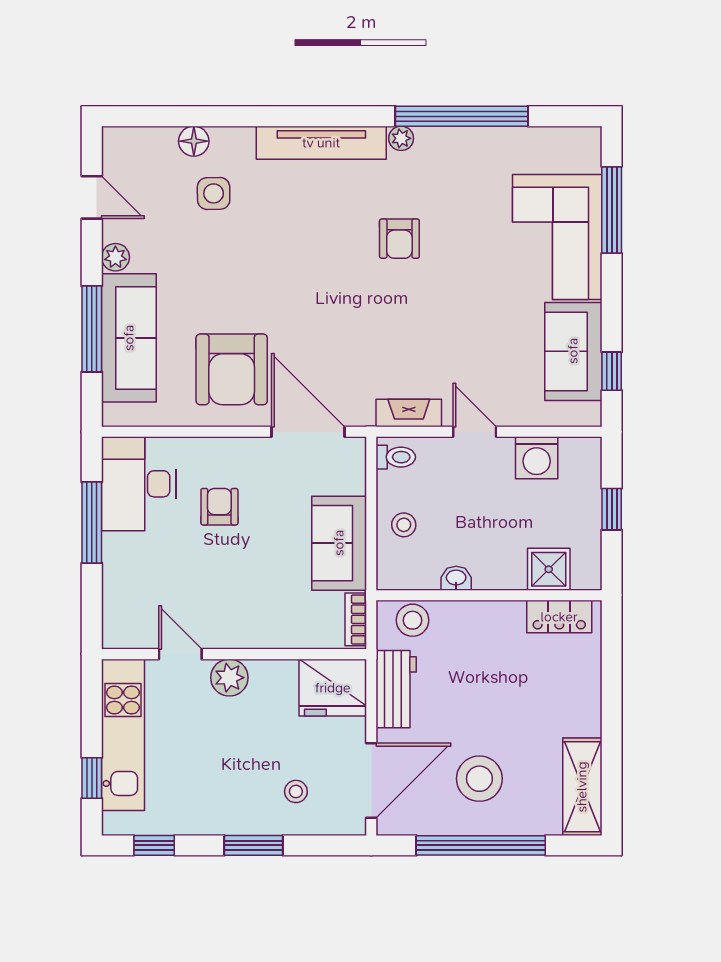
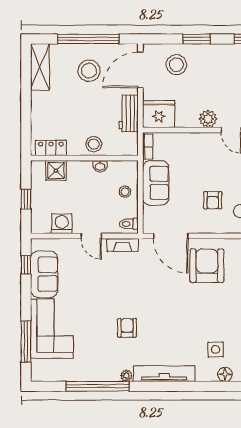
stool: (413, 620) -> (94, 144), moved
stool: (296, 791) -> (176, 65), width x1.89, depth x1.89

